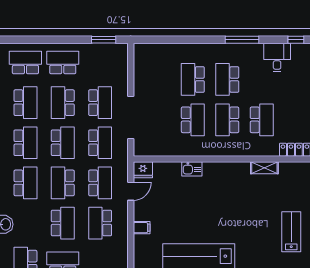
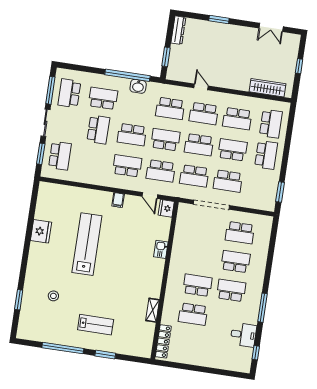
school desk: (193, 120) -> (240, 233), moved

